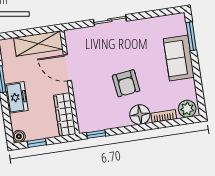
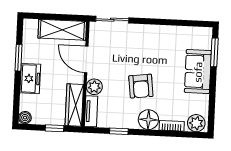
sliding door: (110, 20) -> (112, 20), moved
plant: (81, 93) -> (94, 87), added
tv unit: (82, 117) -> (91, 111), added
window: (96, 134) -> (119, 131), moved
window: (37, 143) -> (54, 128), moved

